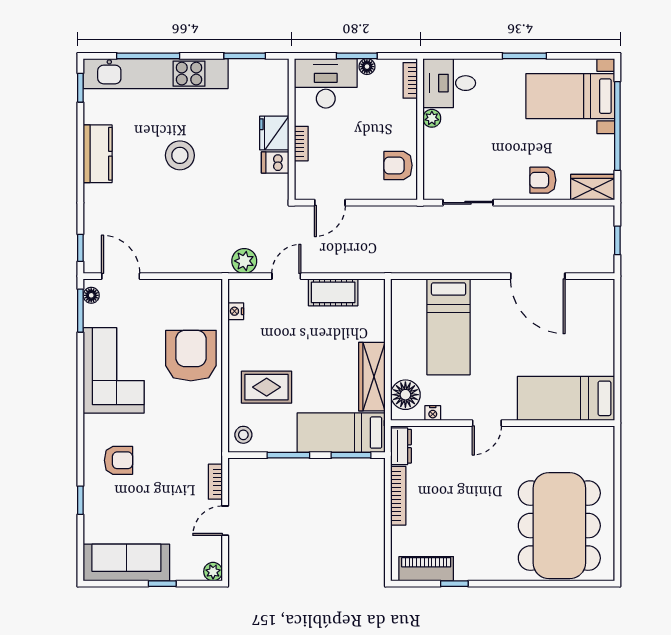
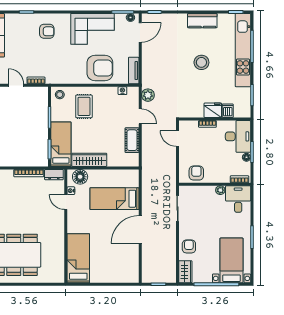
dishwasher: (275, 162) -> (228, 111), moved
door: (538, 276) -> (140, 230), moved
tv unit: (196, 289) -> (134, 71), added
door: (487, 423) -> (66, 202), moved
armchair: (119, 460) -> (47, 31), turned -90

